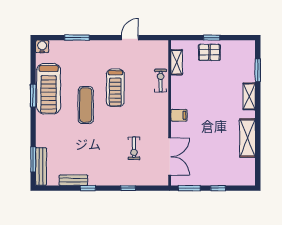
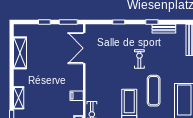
filing cabinet: (179, 115) -> (77, 96), moved
shelving: (247, 138) -> (20, 53), moved
exercise bike: (134, 148) -> (139, 59), moved

